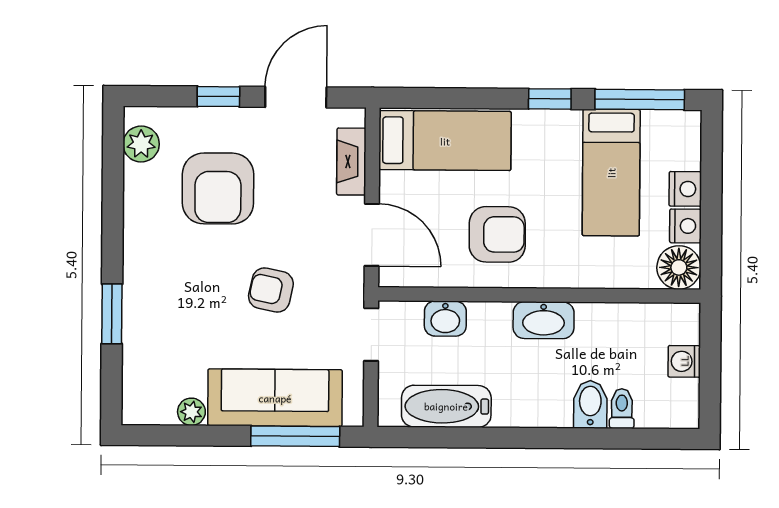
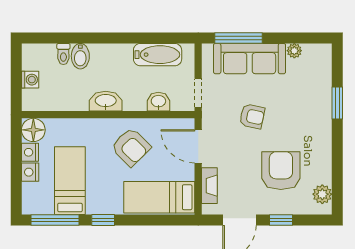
armchair: (497, 234) -> (131, 147), turned -135

